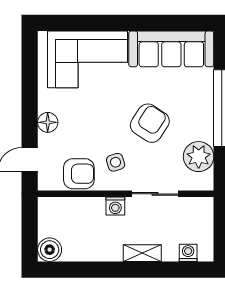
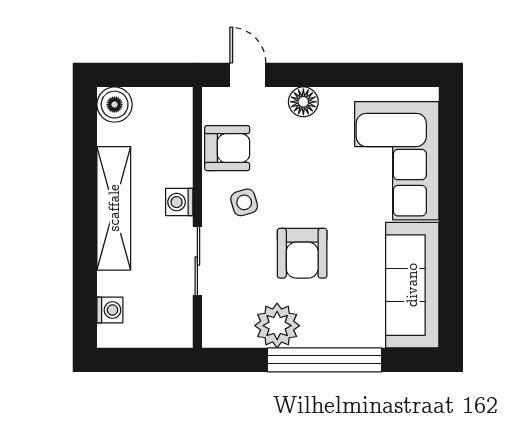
armchair: (150, 123) -> (302, 253), turned 57
plant: (199, 157) -> (277, 326), moved
armchair: (79, 174) -> (227, 148), turned -90
shelving: (142, 253) -> (114, 208), width x2.20, depth x1.33

